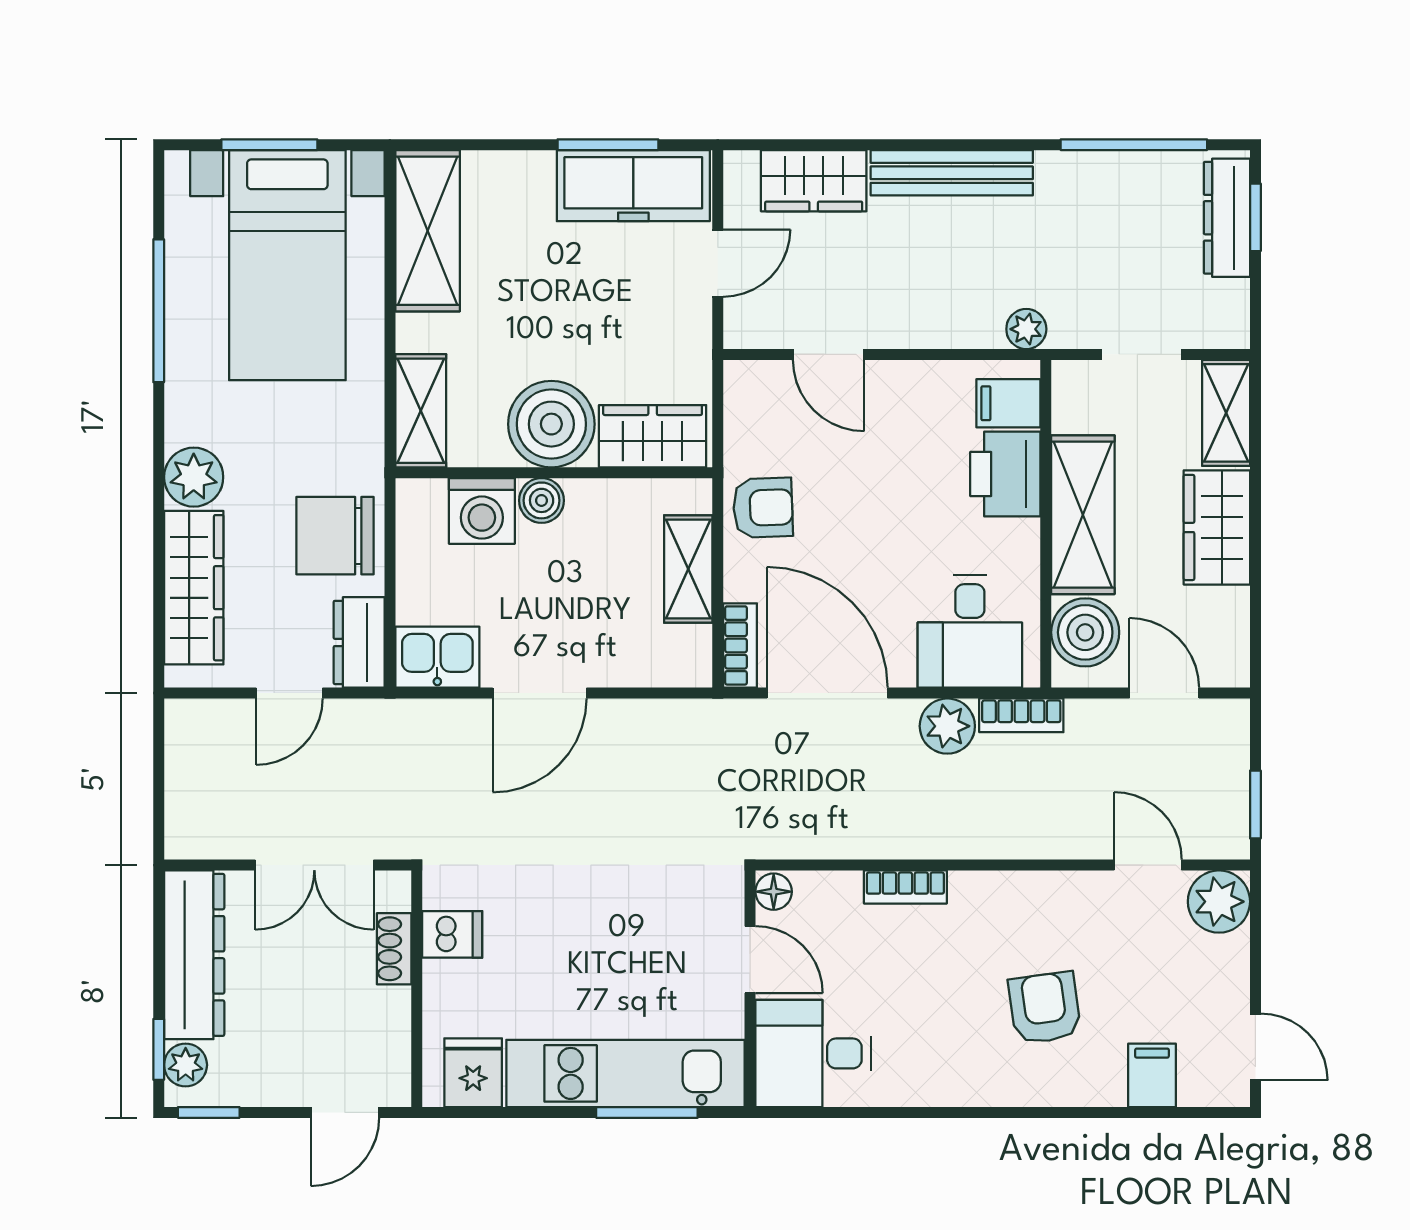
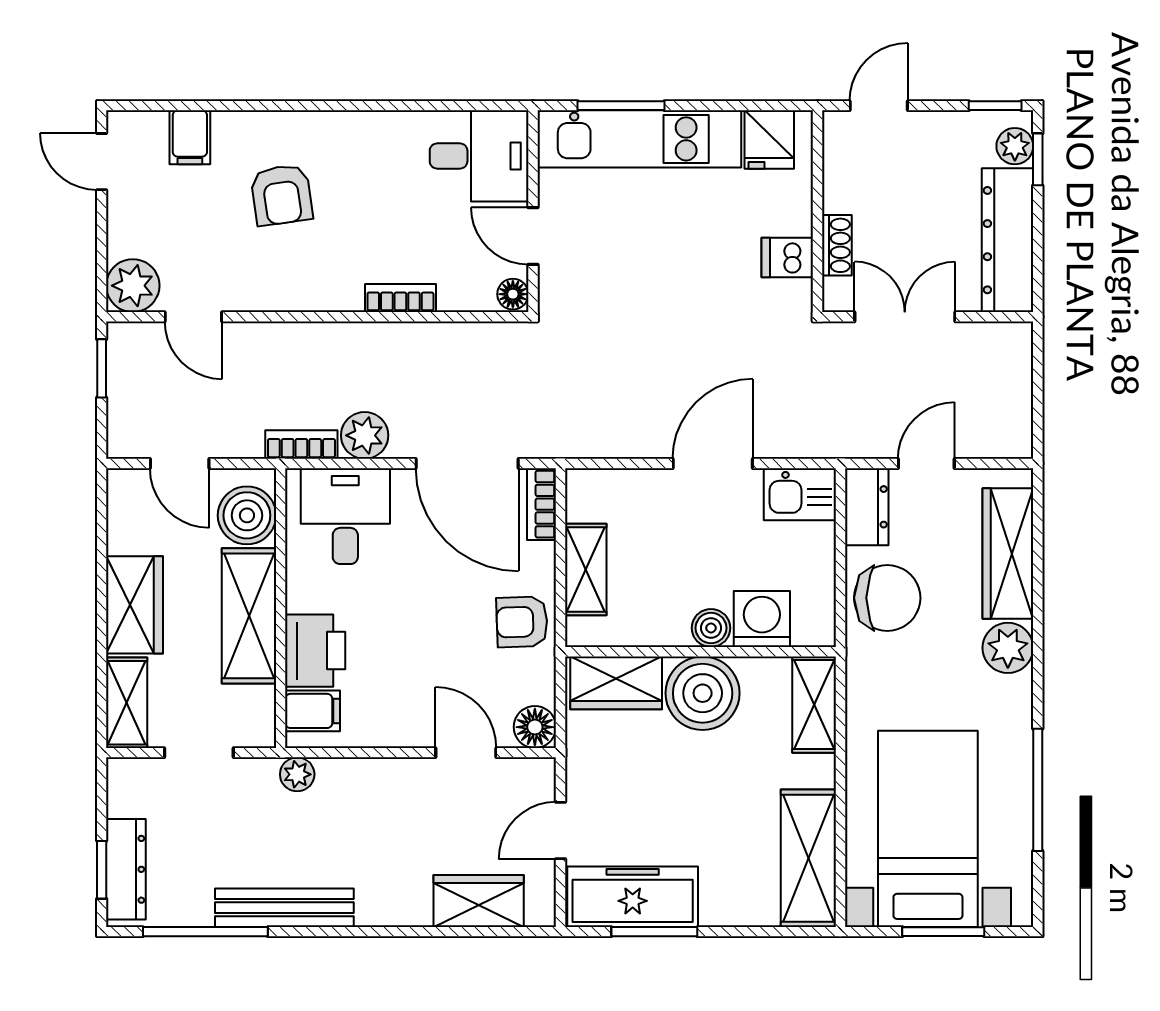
bench: (952, 173) -> (284, 908), moved
floor lamp: (748, 384) -> (535, 727), added

